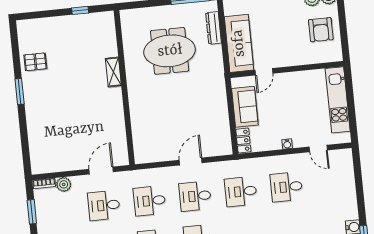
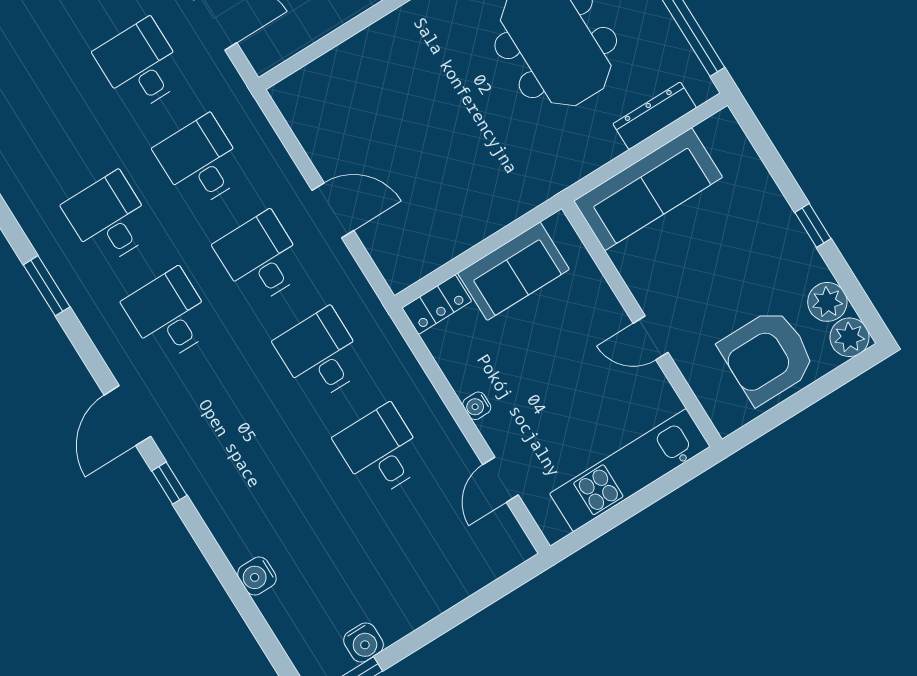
armchair: (321, 30) -> (767, 356), width x1.36, depth x1.36
door: (264, 72) -> (651, 338), moved

